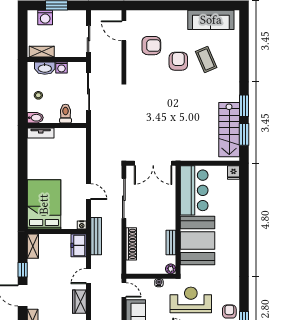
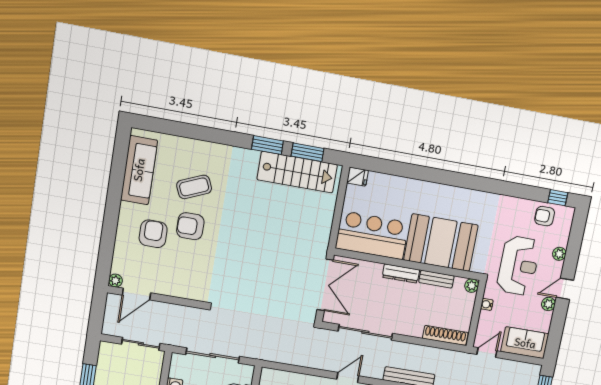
plant: (131, 15) -> (115, 281), added
armchair: (151, 46) -> (153, 234), moved
dresser: (171, 216) -> (401, 273), added
shoe rack: (131, 244) -> (445, 335), moved
reception desk: (191, 300) -> (518, 266), turned 180

